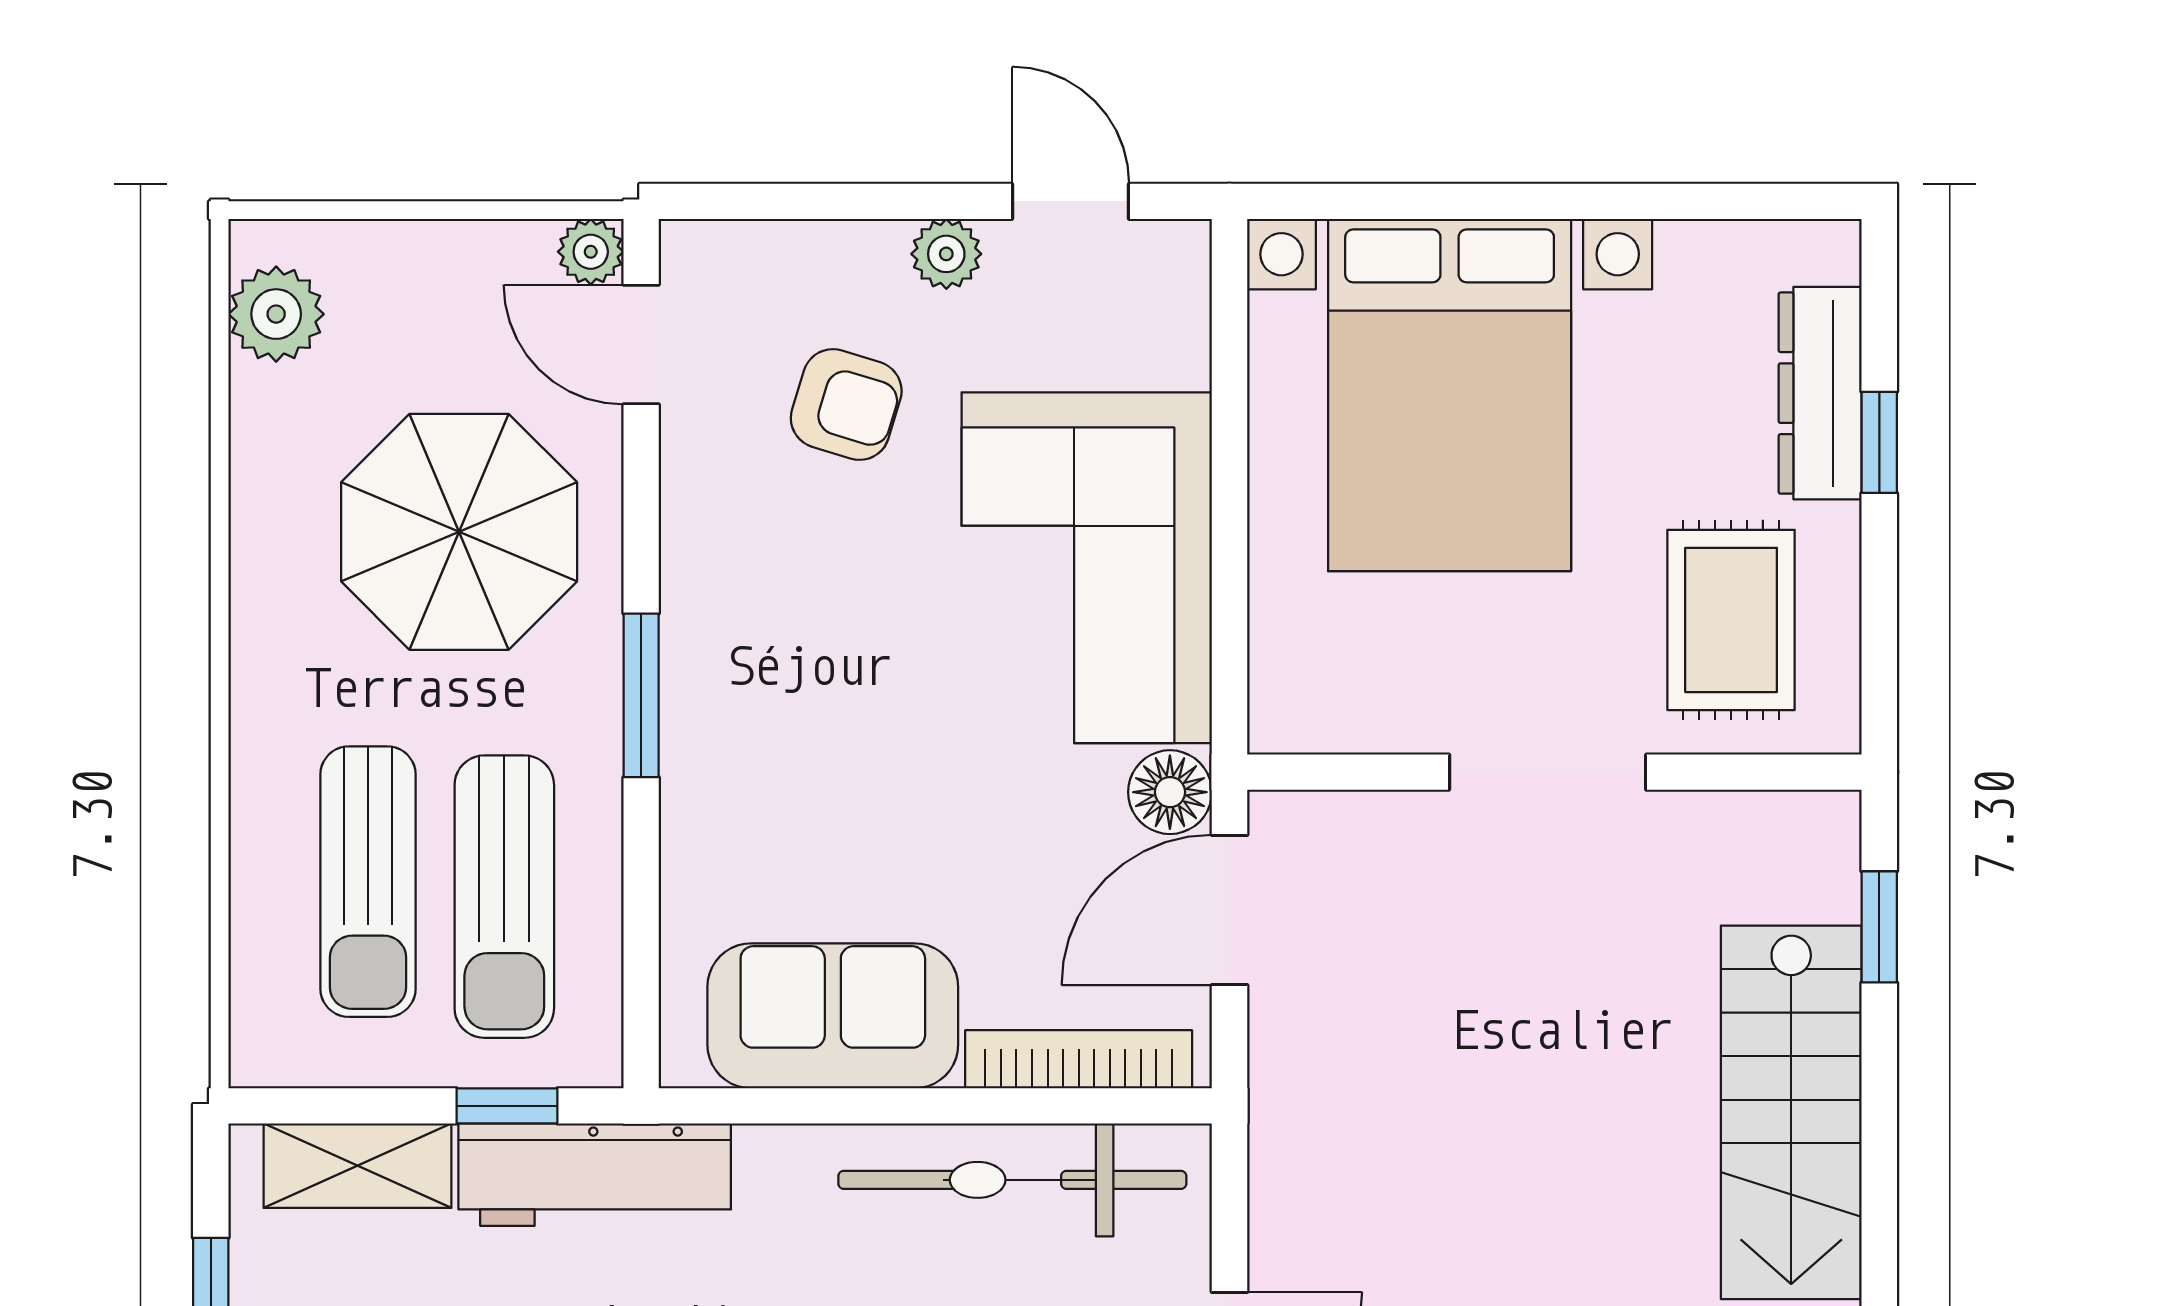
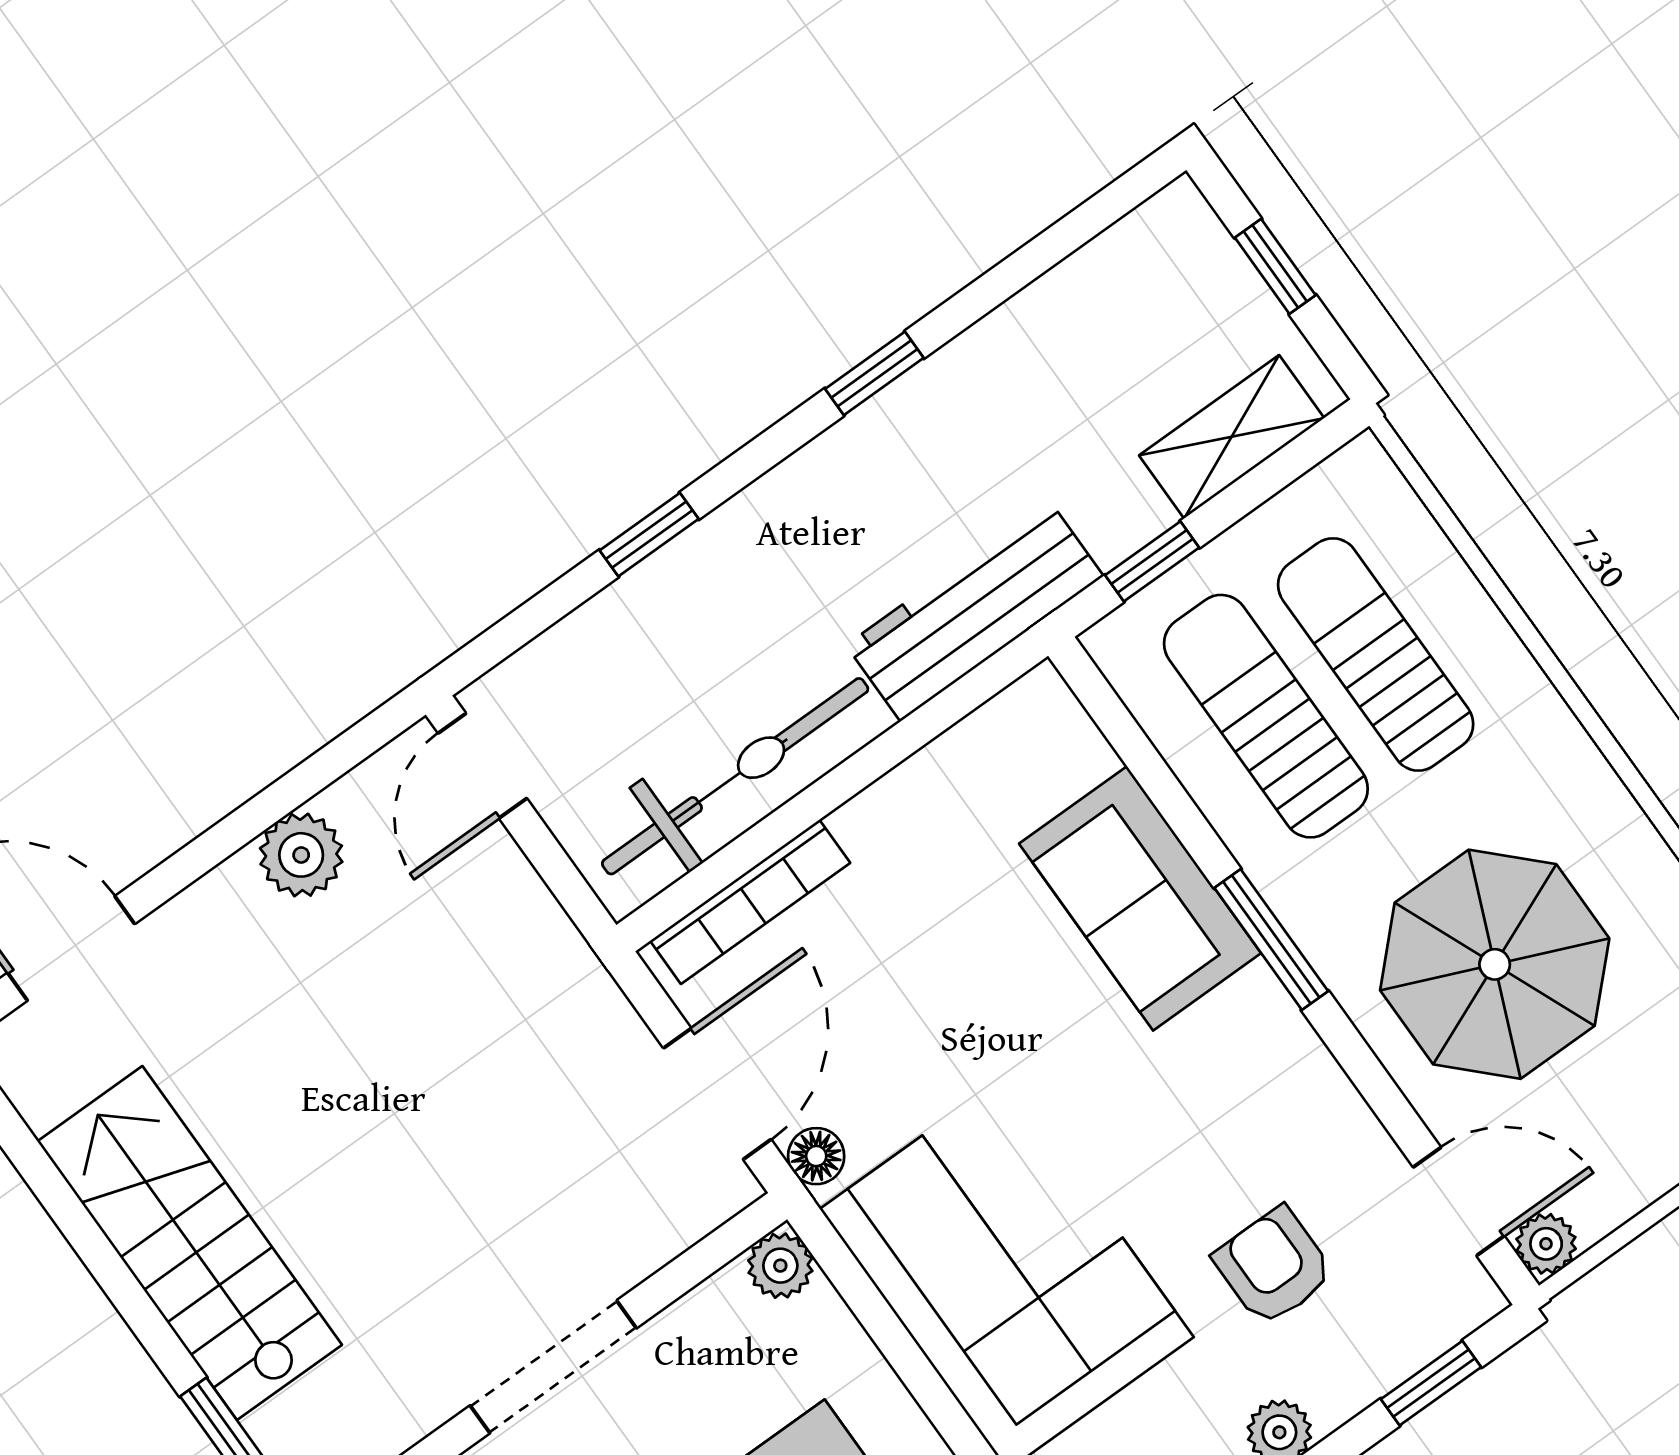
window: (781, 201) -> (1431, 1383), added
armchair: (846, 405) -> (1274, 1266), turned 73
plant: (1282, 718) -> (780, 1266), added
floor lamp: (1170, 792) -> (816, 1156), width x0.73, depth x0.73
sofa: (833, 1016) -> (1140, 898), moved, turned 90
workbench: (595, 1175) -> (975, 611), moved

